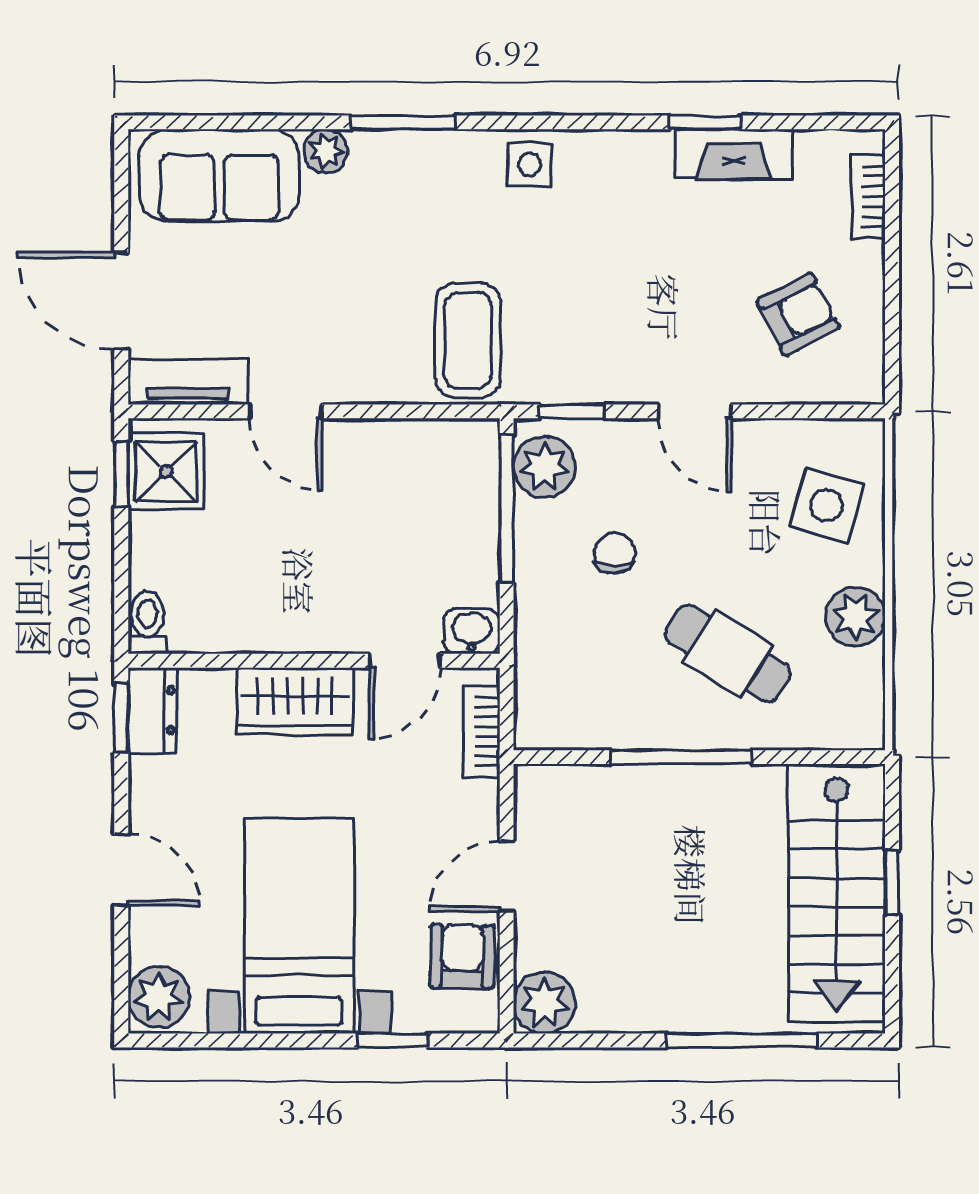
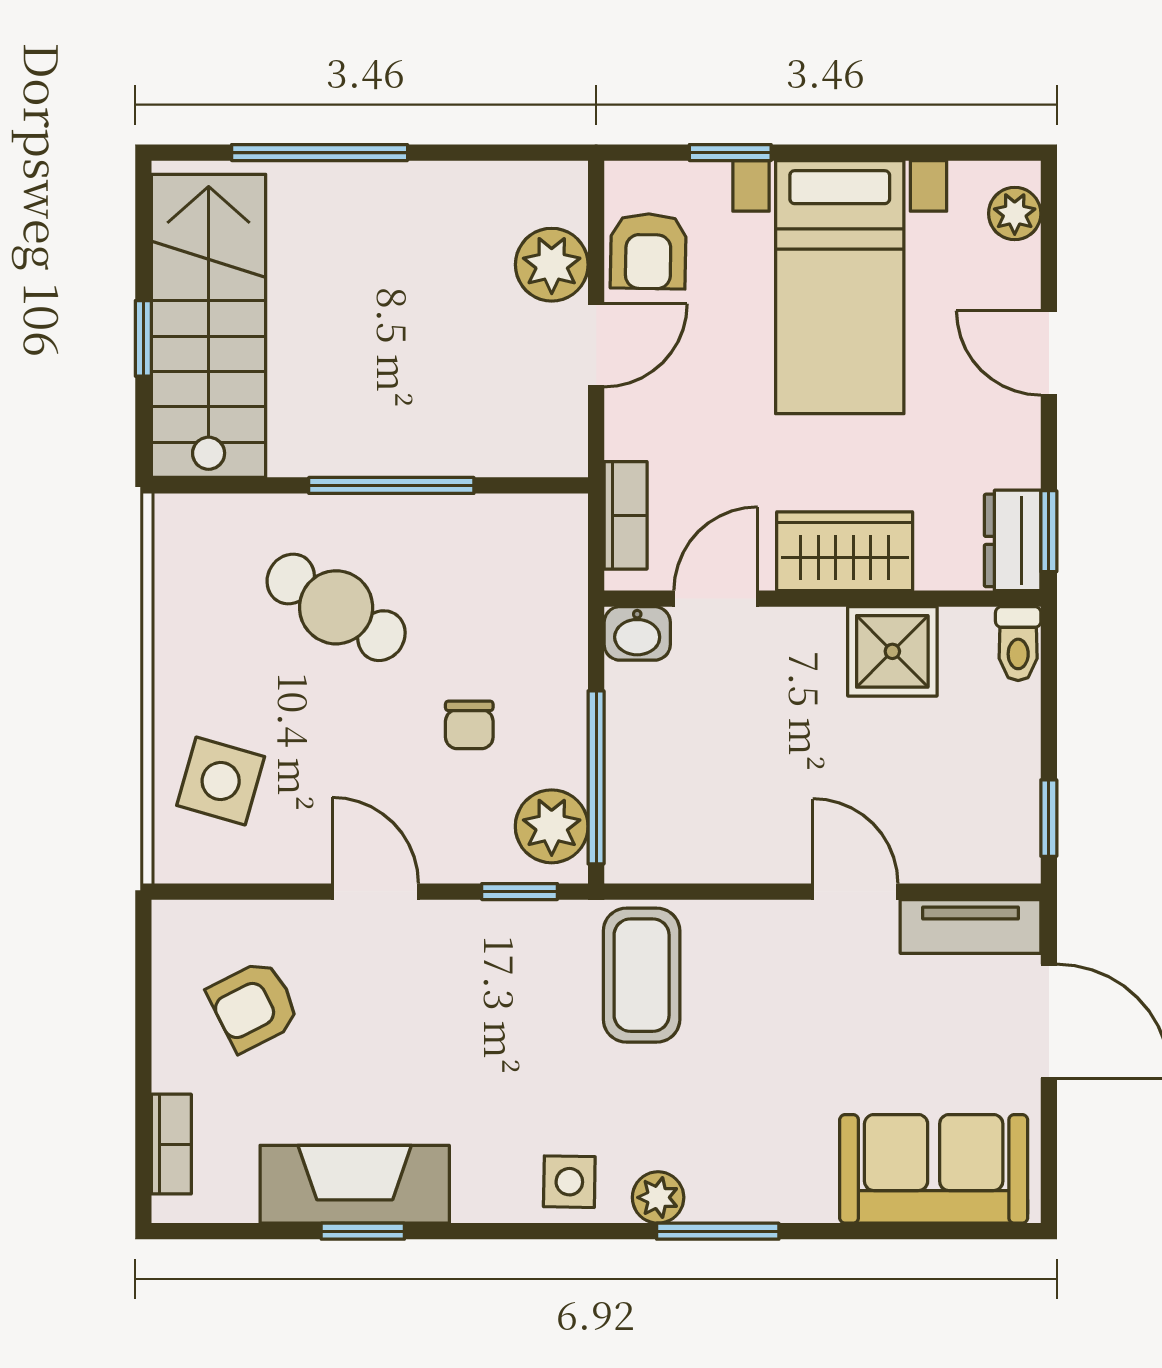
plant: (326, 151) -> (658, 1197), moved
fireplace: (734, 154) -> (355, 1184), width x1.37, depth x1.32
shower: (166, 471) -> (892, 651), moved
plant: (856, 616) -> (186, 651), removed
plant: (159, 997) -> (1015, 214), width x0.73, depth x0.73
plant: (544, 1003) -> (552, 265), moved

